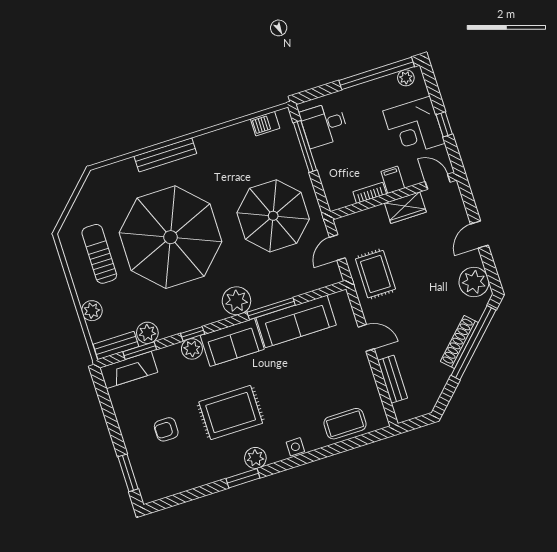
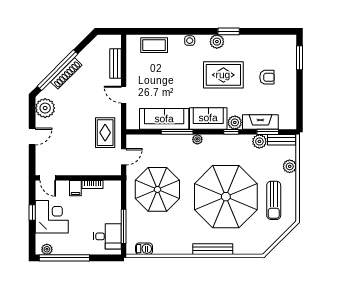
wardrobe: (405, 208) -> (73, 168), removed
plant: (236, 301) -> (197, 139), width x0.53, depth x0.53
fireplace: (129, 370) -> (260, 122), moved

